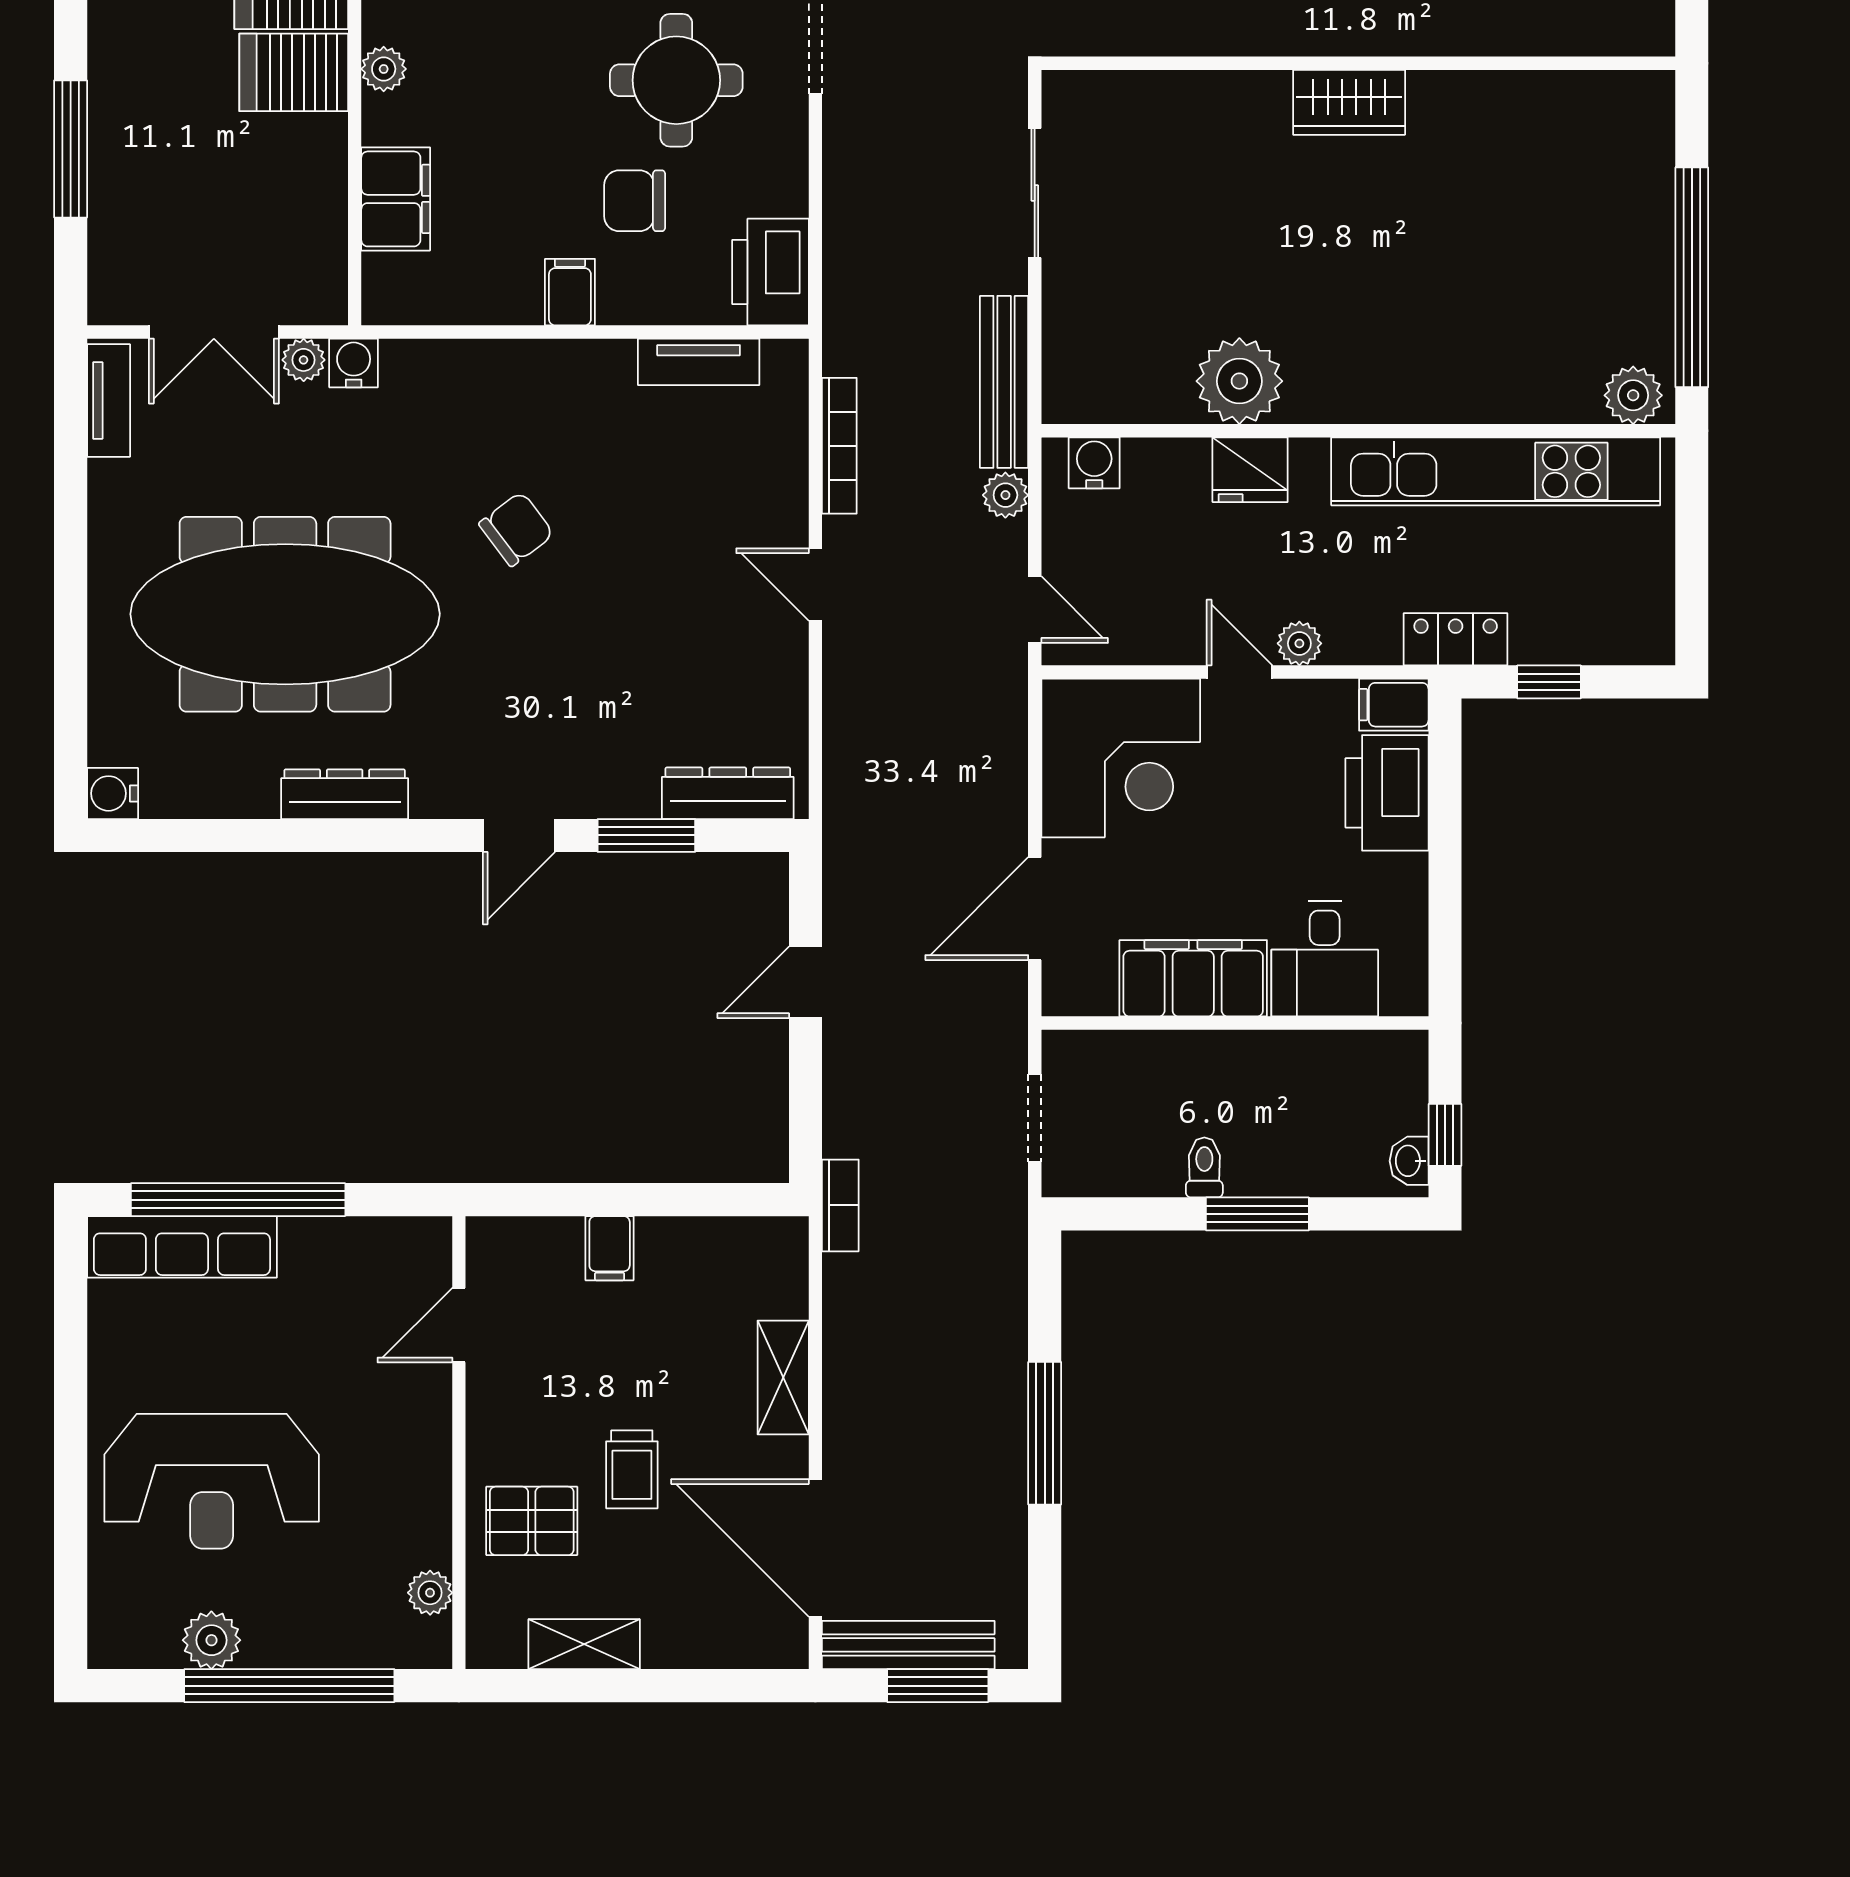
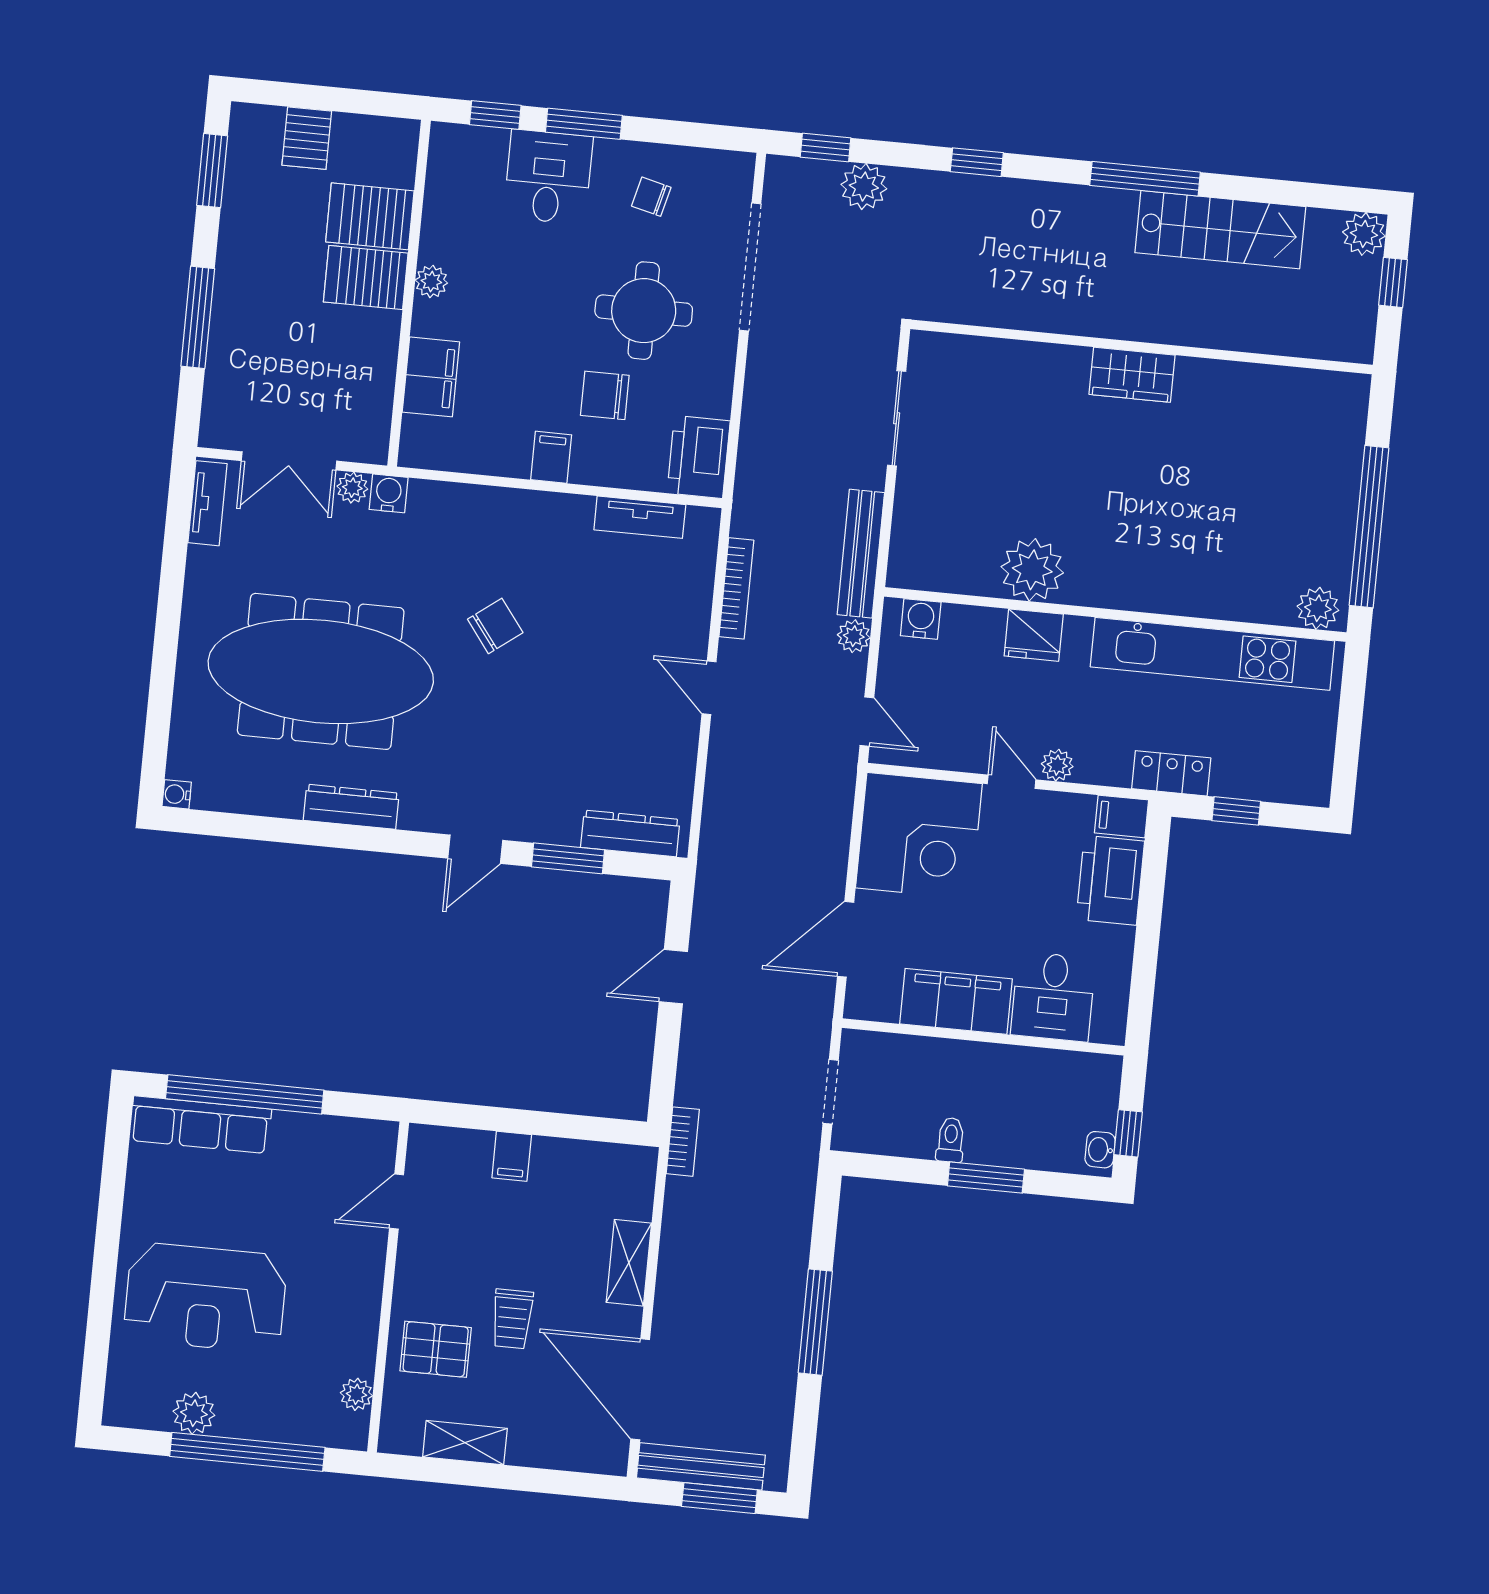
water cooler: (113, 793) -> (177, 794), width x0.72, depth x0.72

